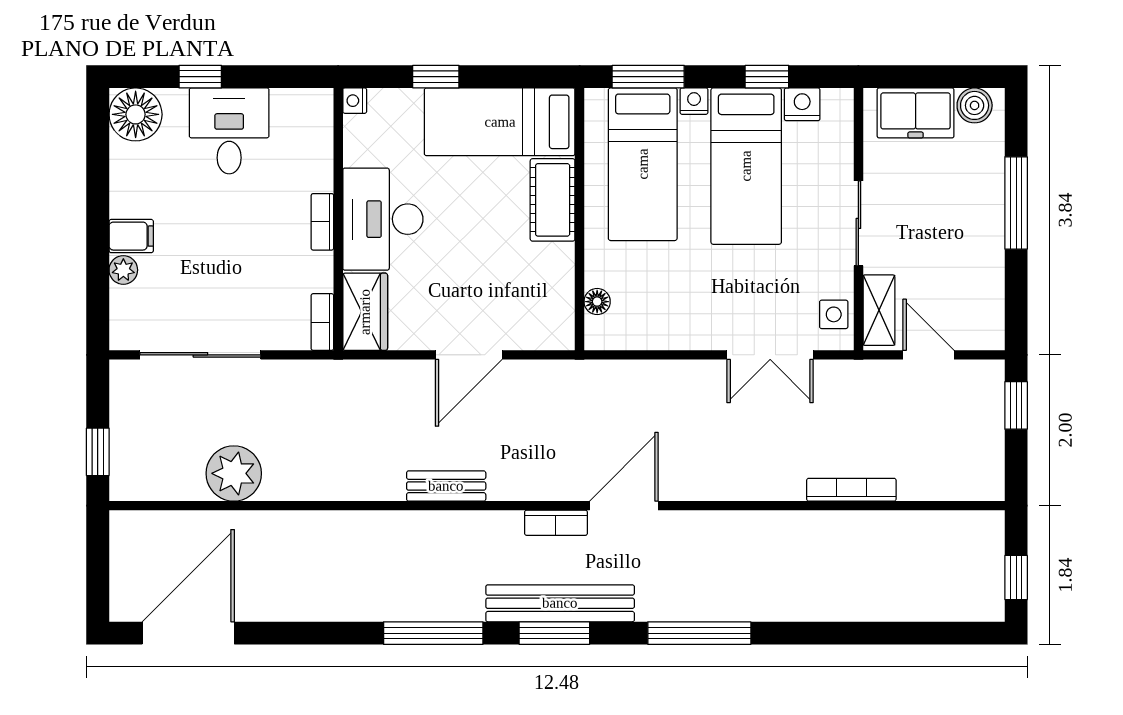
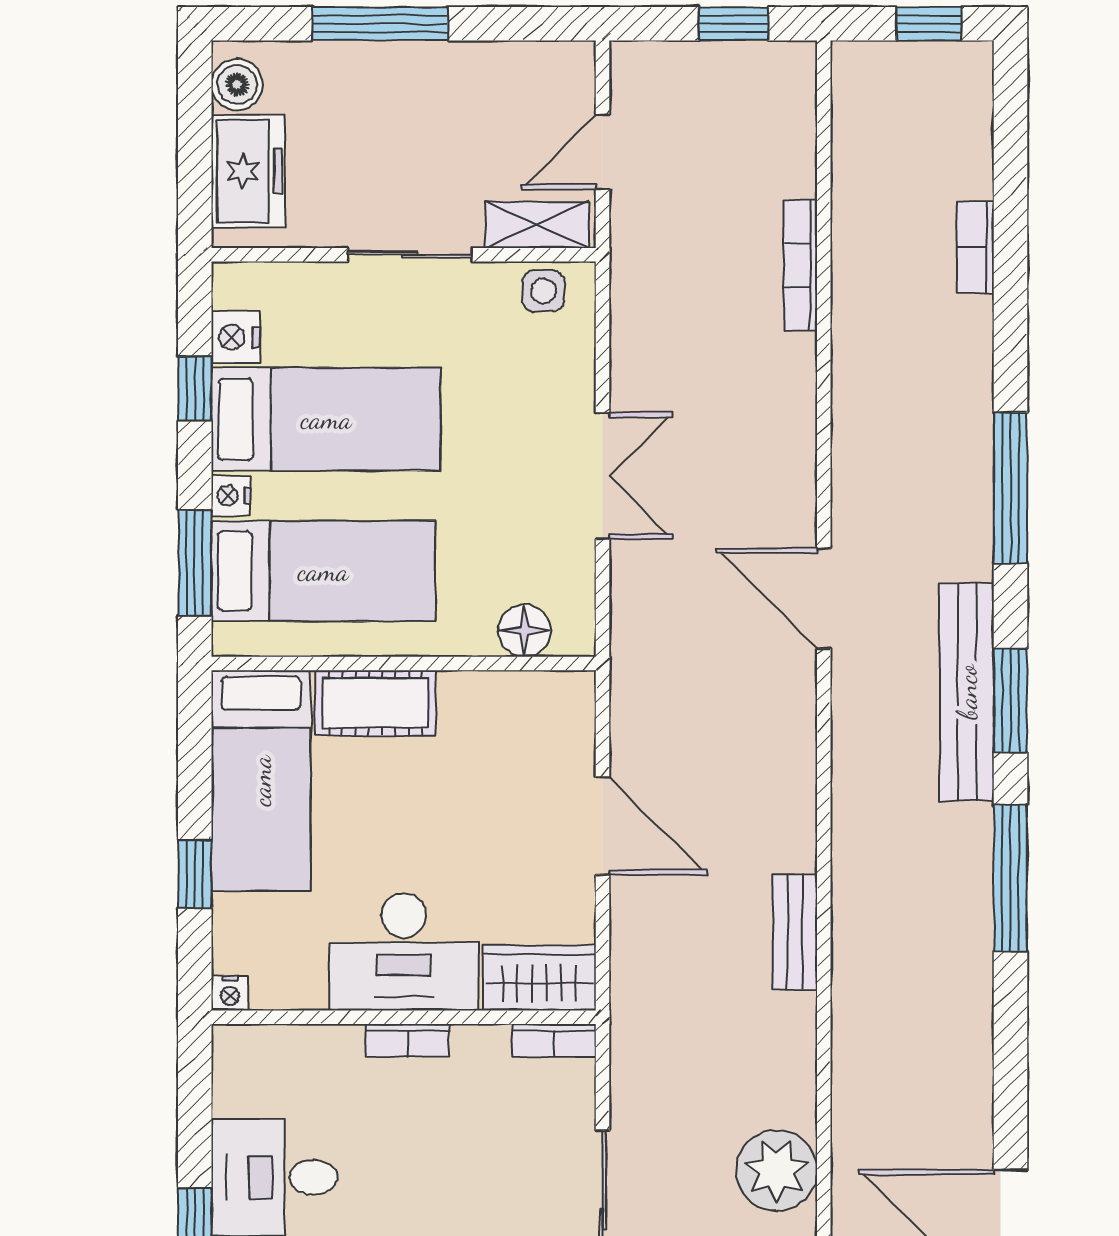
floor lamp: (597, 302) -> (524, 631), width x1.37, depth x1.37
double door: (770, 355) -> (603, 476), moved
window: (1016, 405) -> (734, 24), moved
bench: (446, 486) -> (795, 932), moved
bookcase: (556, 523) -> (975, 247), moved, turned 180

